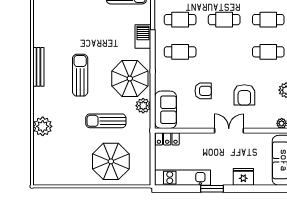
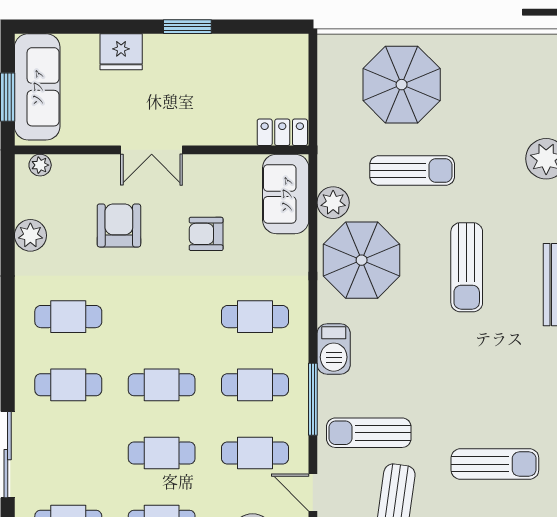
kitchen unit: (183, 178) -> (250, 50), removed

